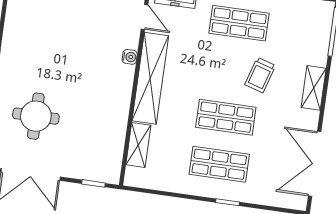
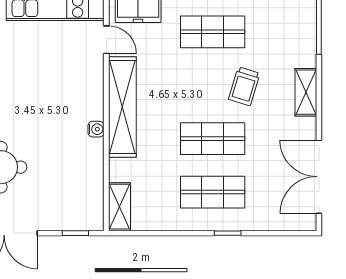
water cooler: (130, 57) -> (96, 129), moved
shelving: (138, 145) -> (119, 207), moved

